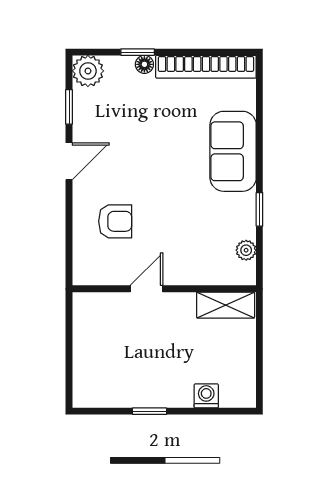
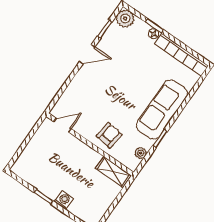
sofa: (233, 151) -> (162, 110), width x1.36
armchair: (115, 221) -> (109, 135), moved, turned -83
door: (147, 289) -> (62, 125), moved
washing machine: (206, 396) -> (64, 200), moved

